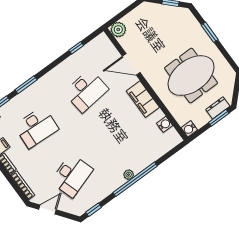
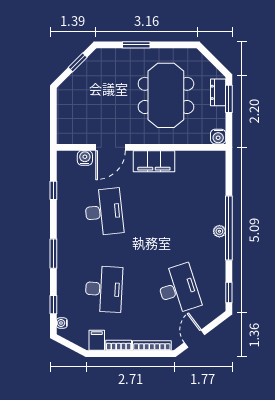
plant: (118, 30) -> (66, 135), removed
window: (26, 85) -> (53, 254), moved
water cooler: (165, 124) -> (85, 158), moved

